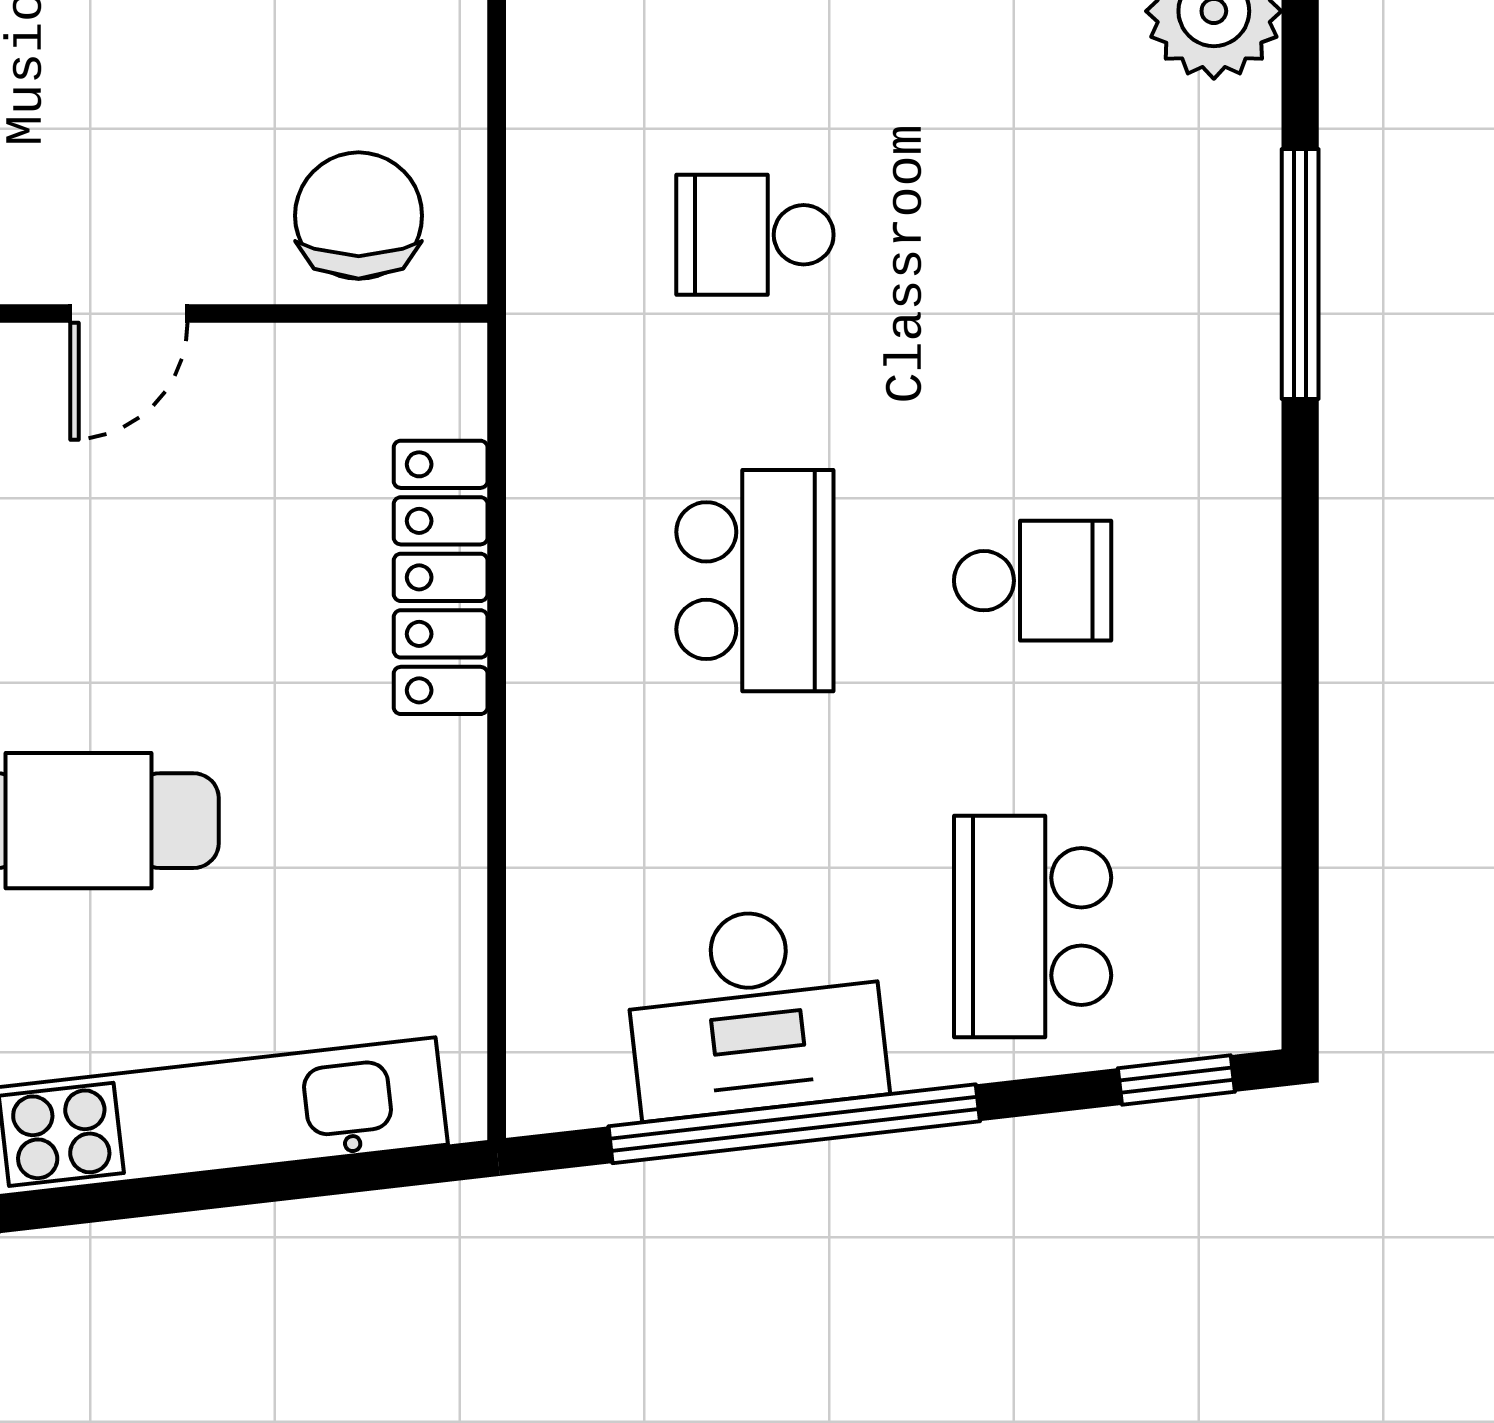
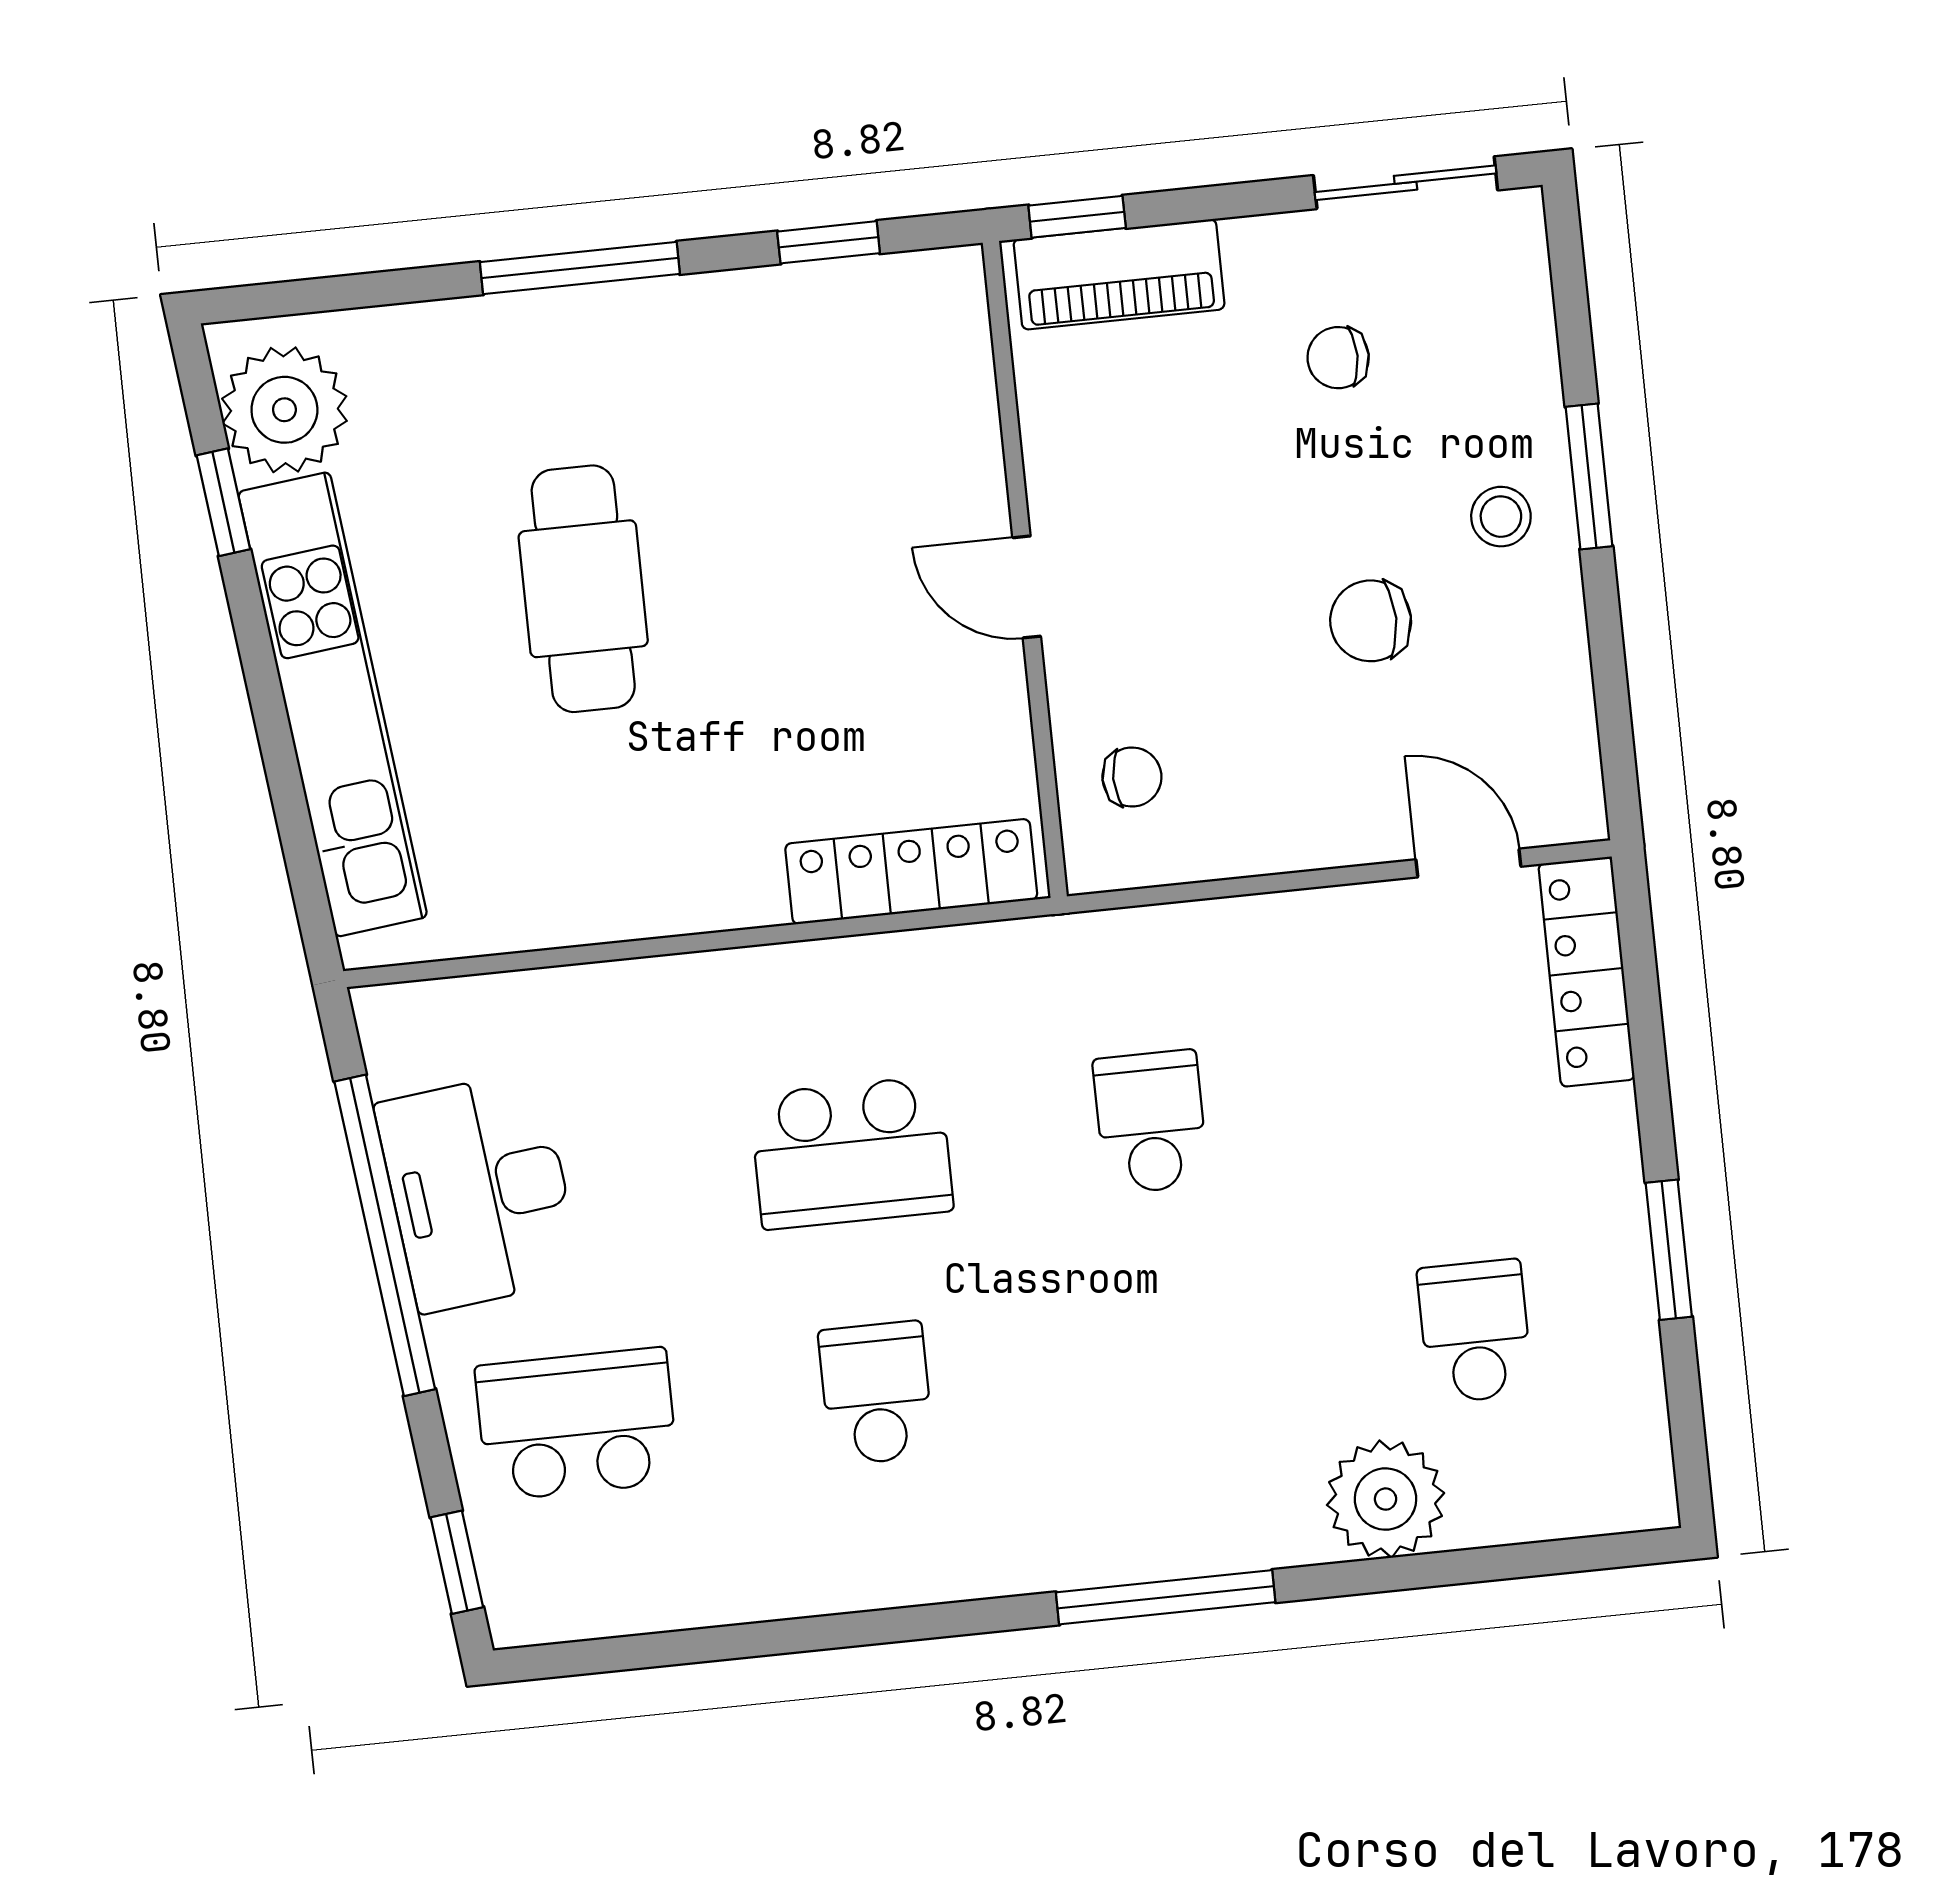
chair: (359, 216) -> (1132, 777), width x0.54, depth x0.54
locker: (441, 577) -> (911, 872), moved
school desk: (1033, 581) -> (876, 1393), turned 180

